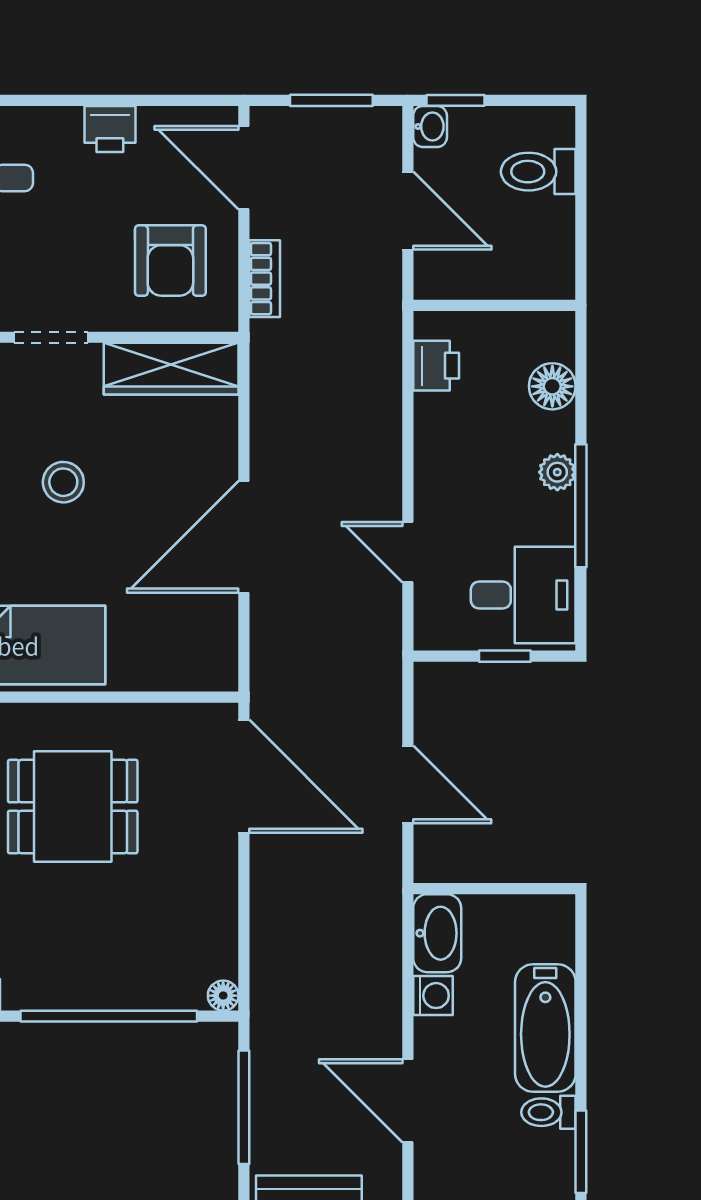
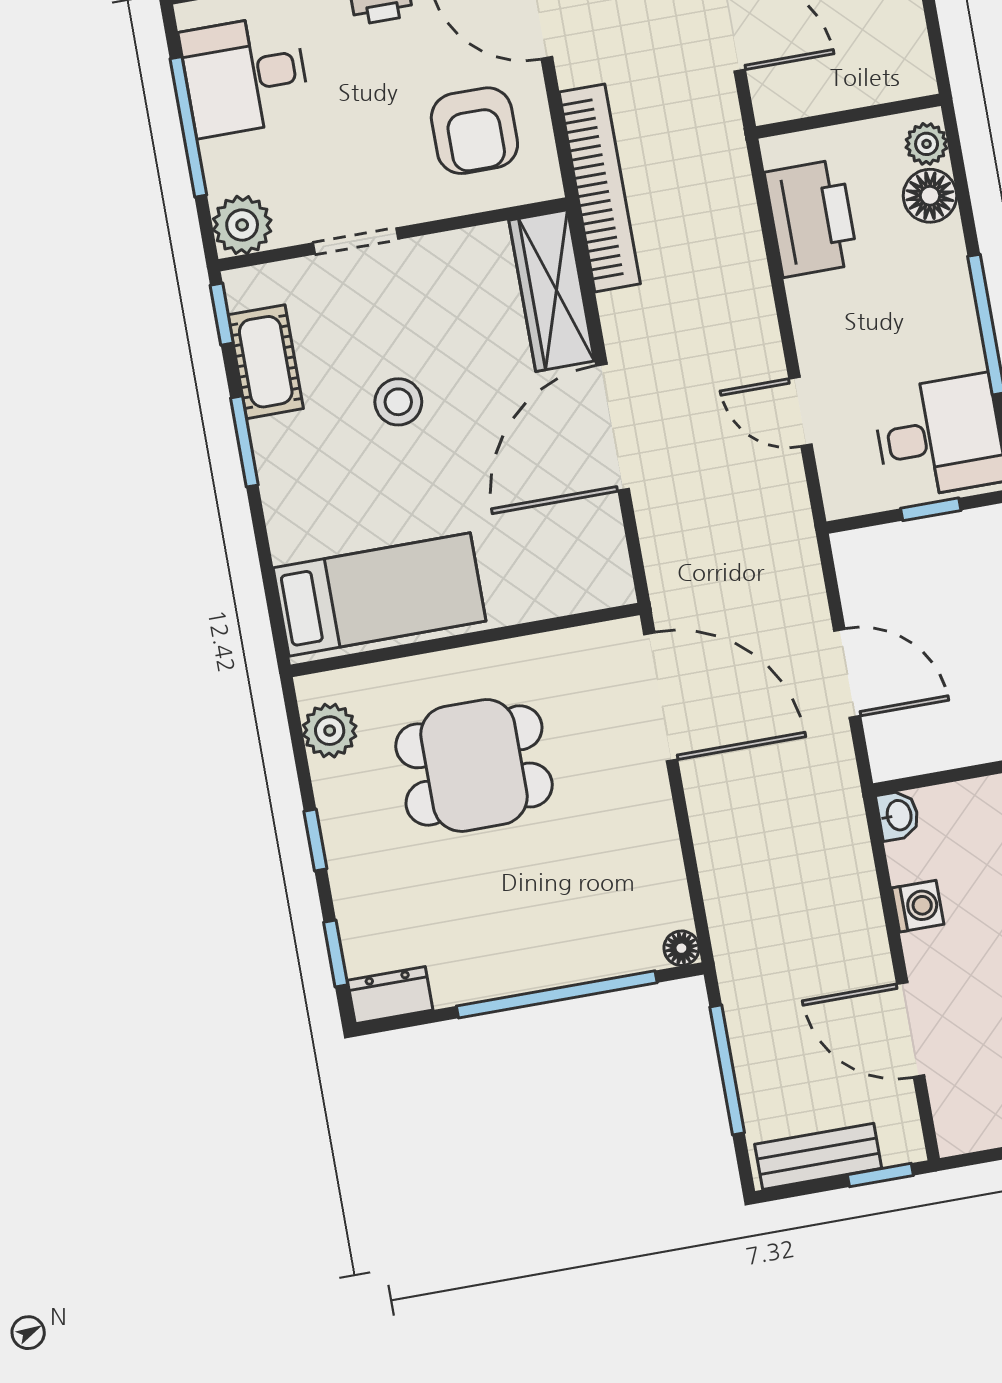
bookcase: (265, 279) -> (600, 188), width x2.31, depth x1.31
printer: (436, 366) -> (812, 218), width x1.87, depth x1.48
wardrobe: (171, 369) -> (552, 291), moved, turned 90
plant: (557, 472) -> (927, 144), moved
washbasin: (437, 933) -> (898, 815), width x0.52, depth x0.69

